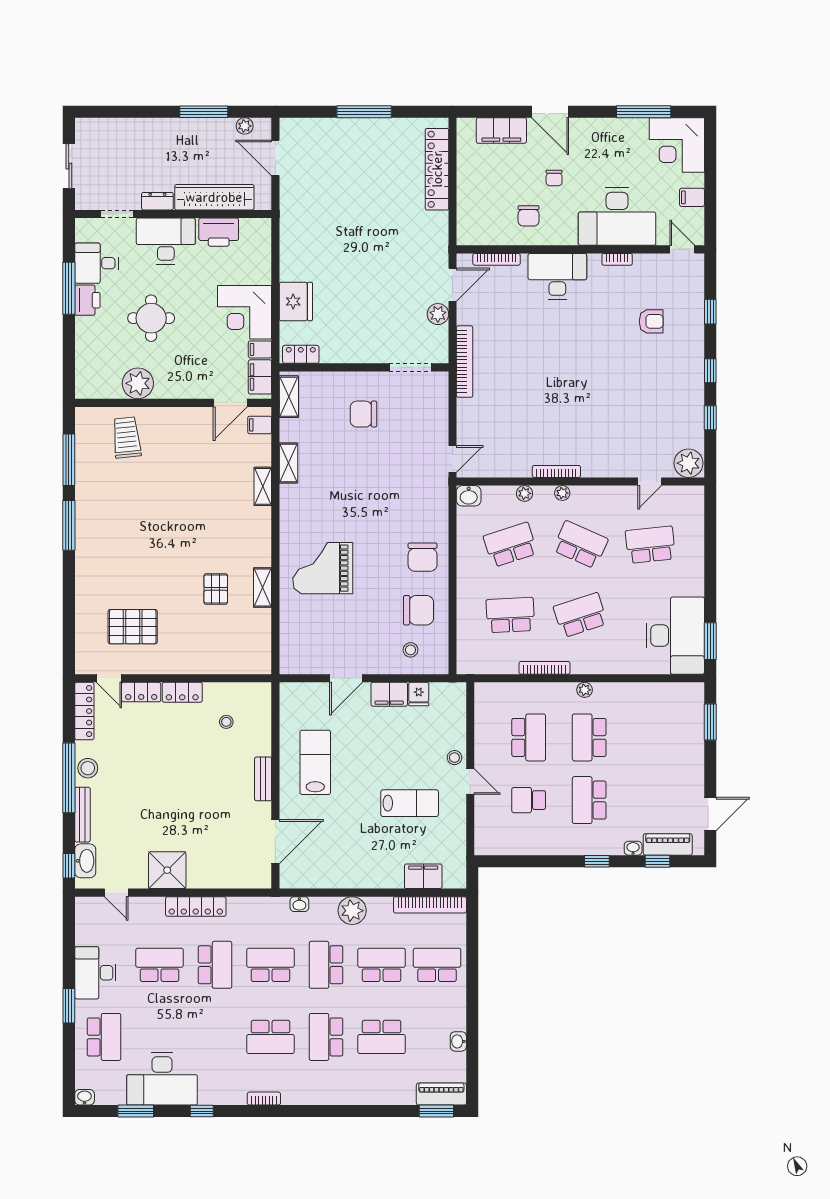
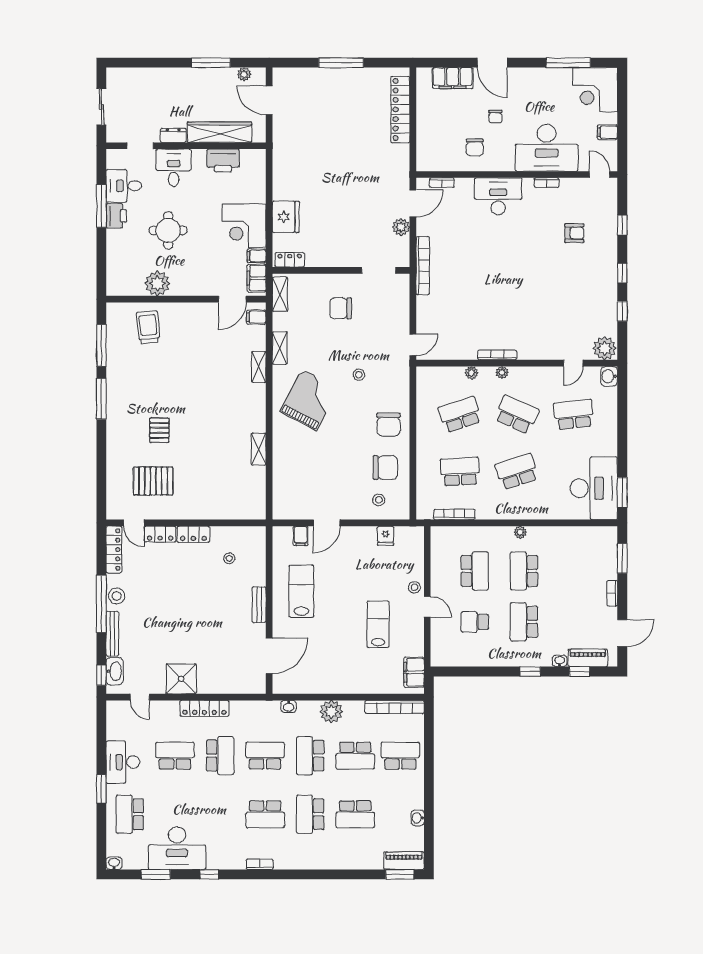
desk: (166, 241) -> (174, 168), width x0.73
bookcase: (497, 259) -> (442, 183), width x0.64
stool: (386, 496) -> (359, 375), added
washbasin: (469, 496) -> (609, 376), moved, turned 90
grand piano: (323, 568) -> (309, 400), moved, turned 118
pallet: (216, 589) -> (159, 430), moved
bookcase: (544, 668) -> (454, 514), moved
filing cabinet: (389, 694) -> (301, 536), moved, width x0.50
bookcase: (698, 765) -> (612, 593), added
lab bench: (410, 803) -> (378, 624), turned -90
filing cabinet: (423, 876) -> (414, 672), moved, turned -90
school desk: (382, 965) -> (355, 756), turned 180
school desk: (104, 1037) -> (130, 814), turned 180

